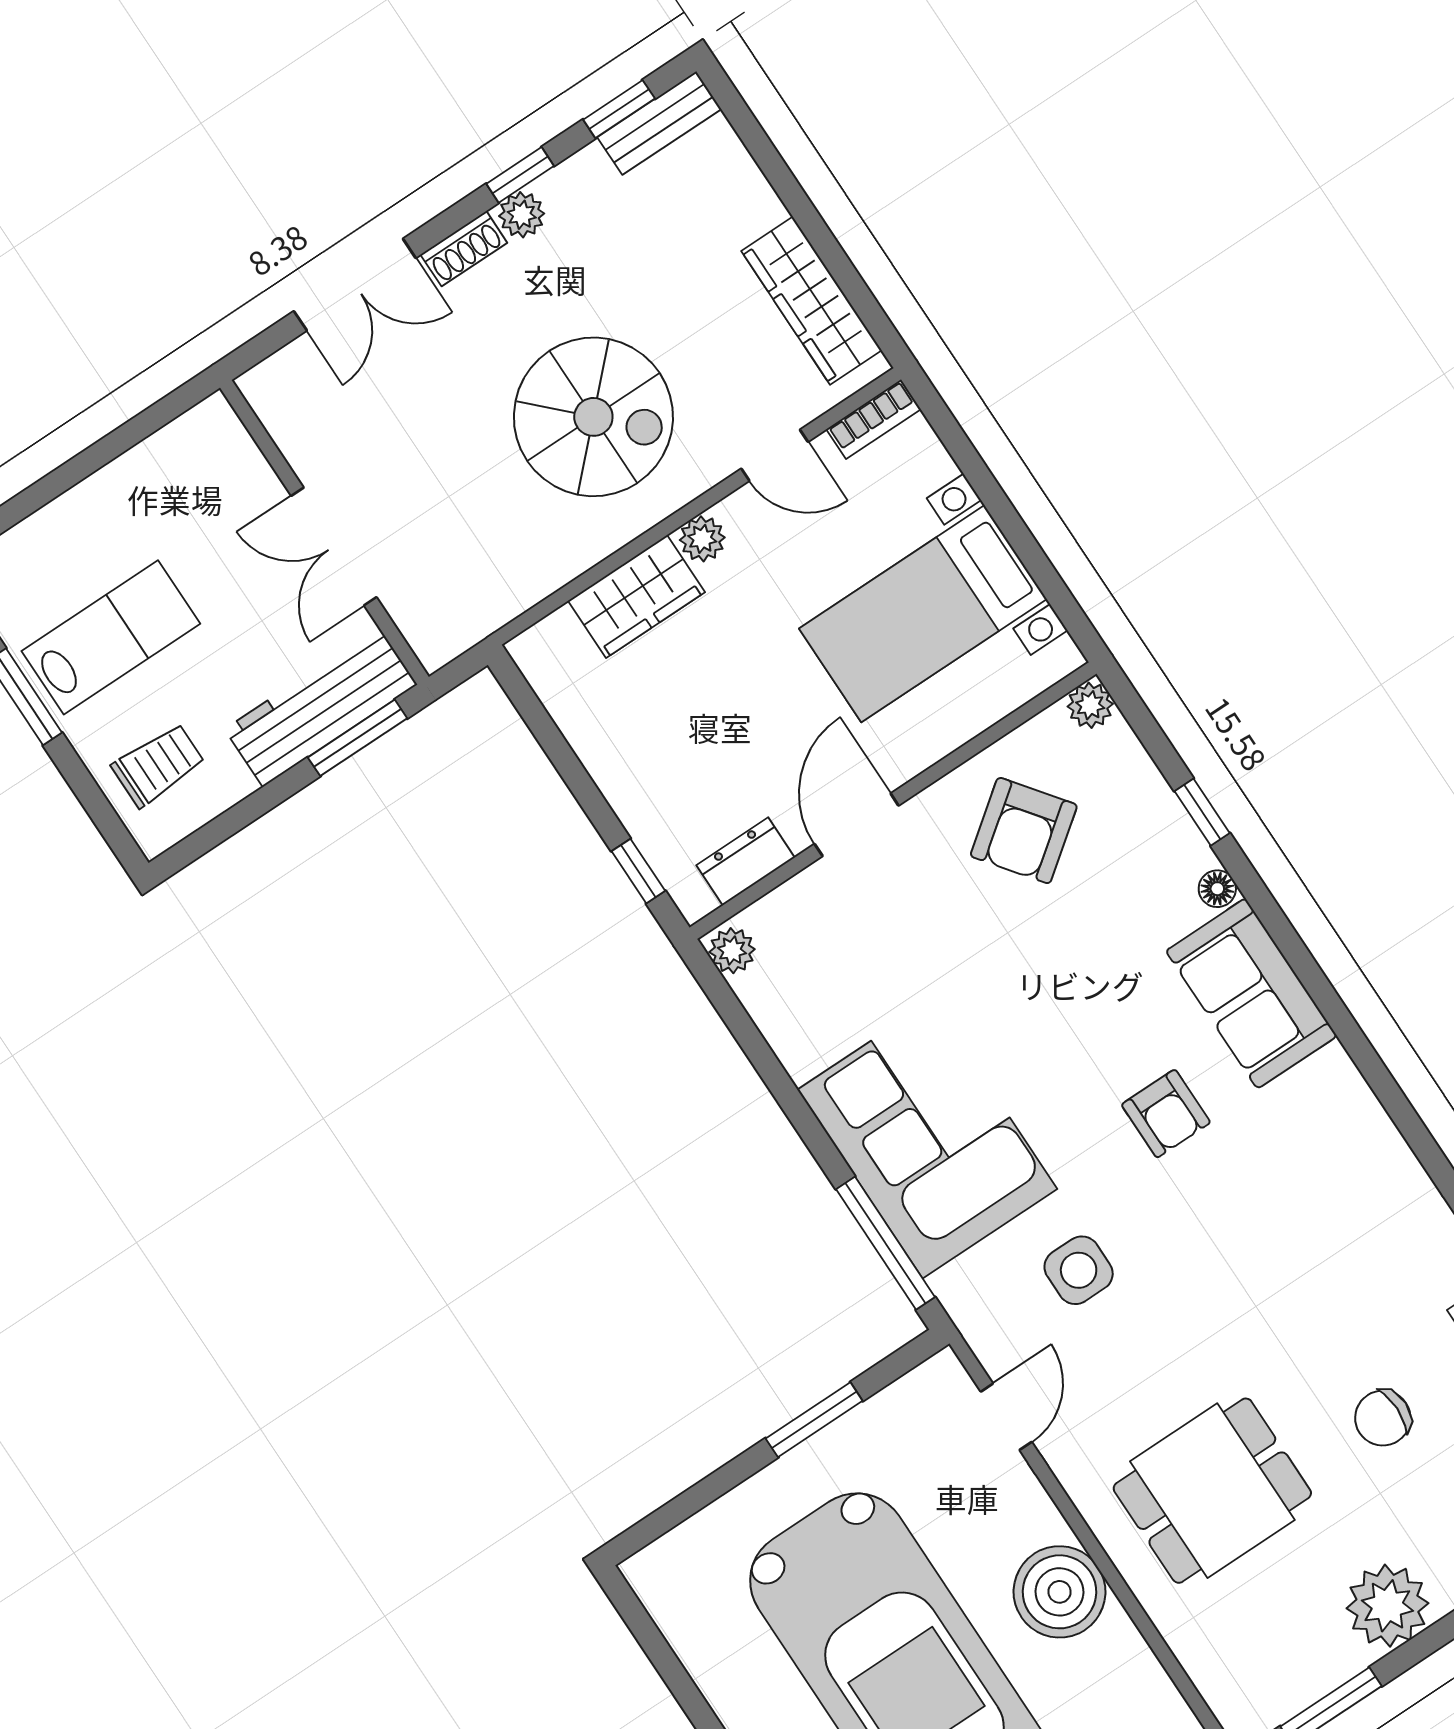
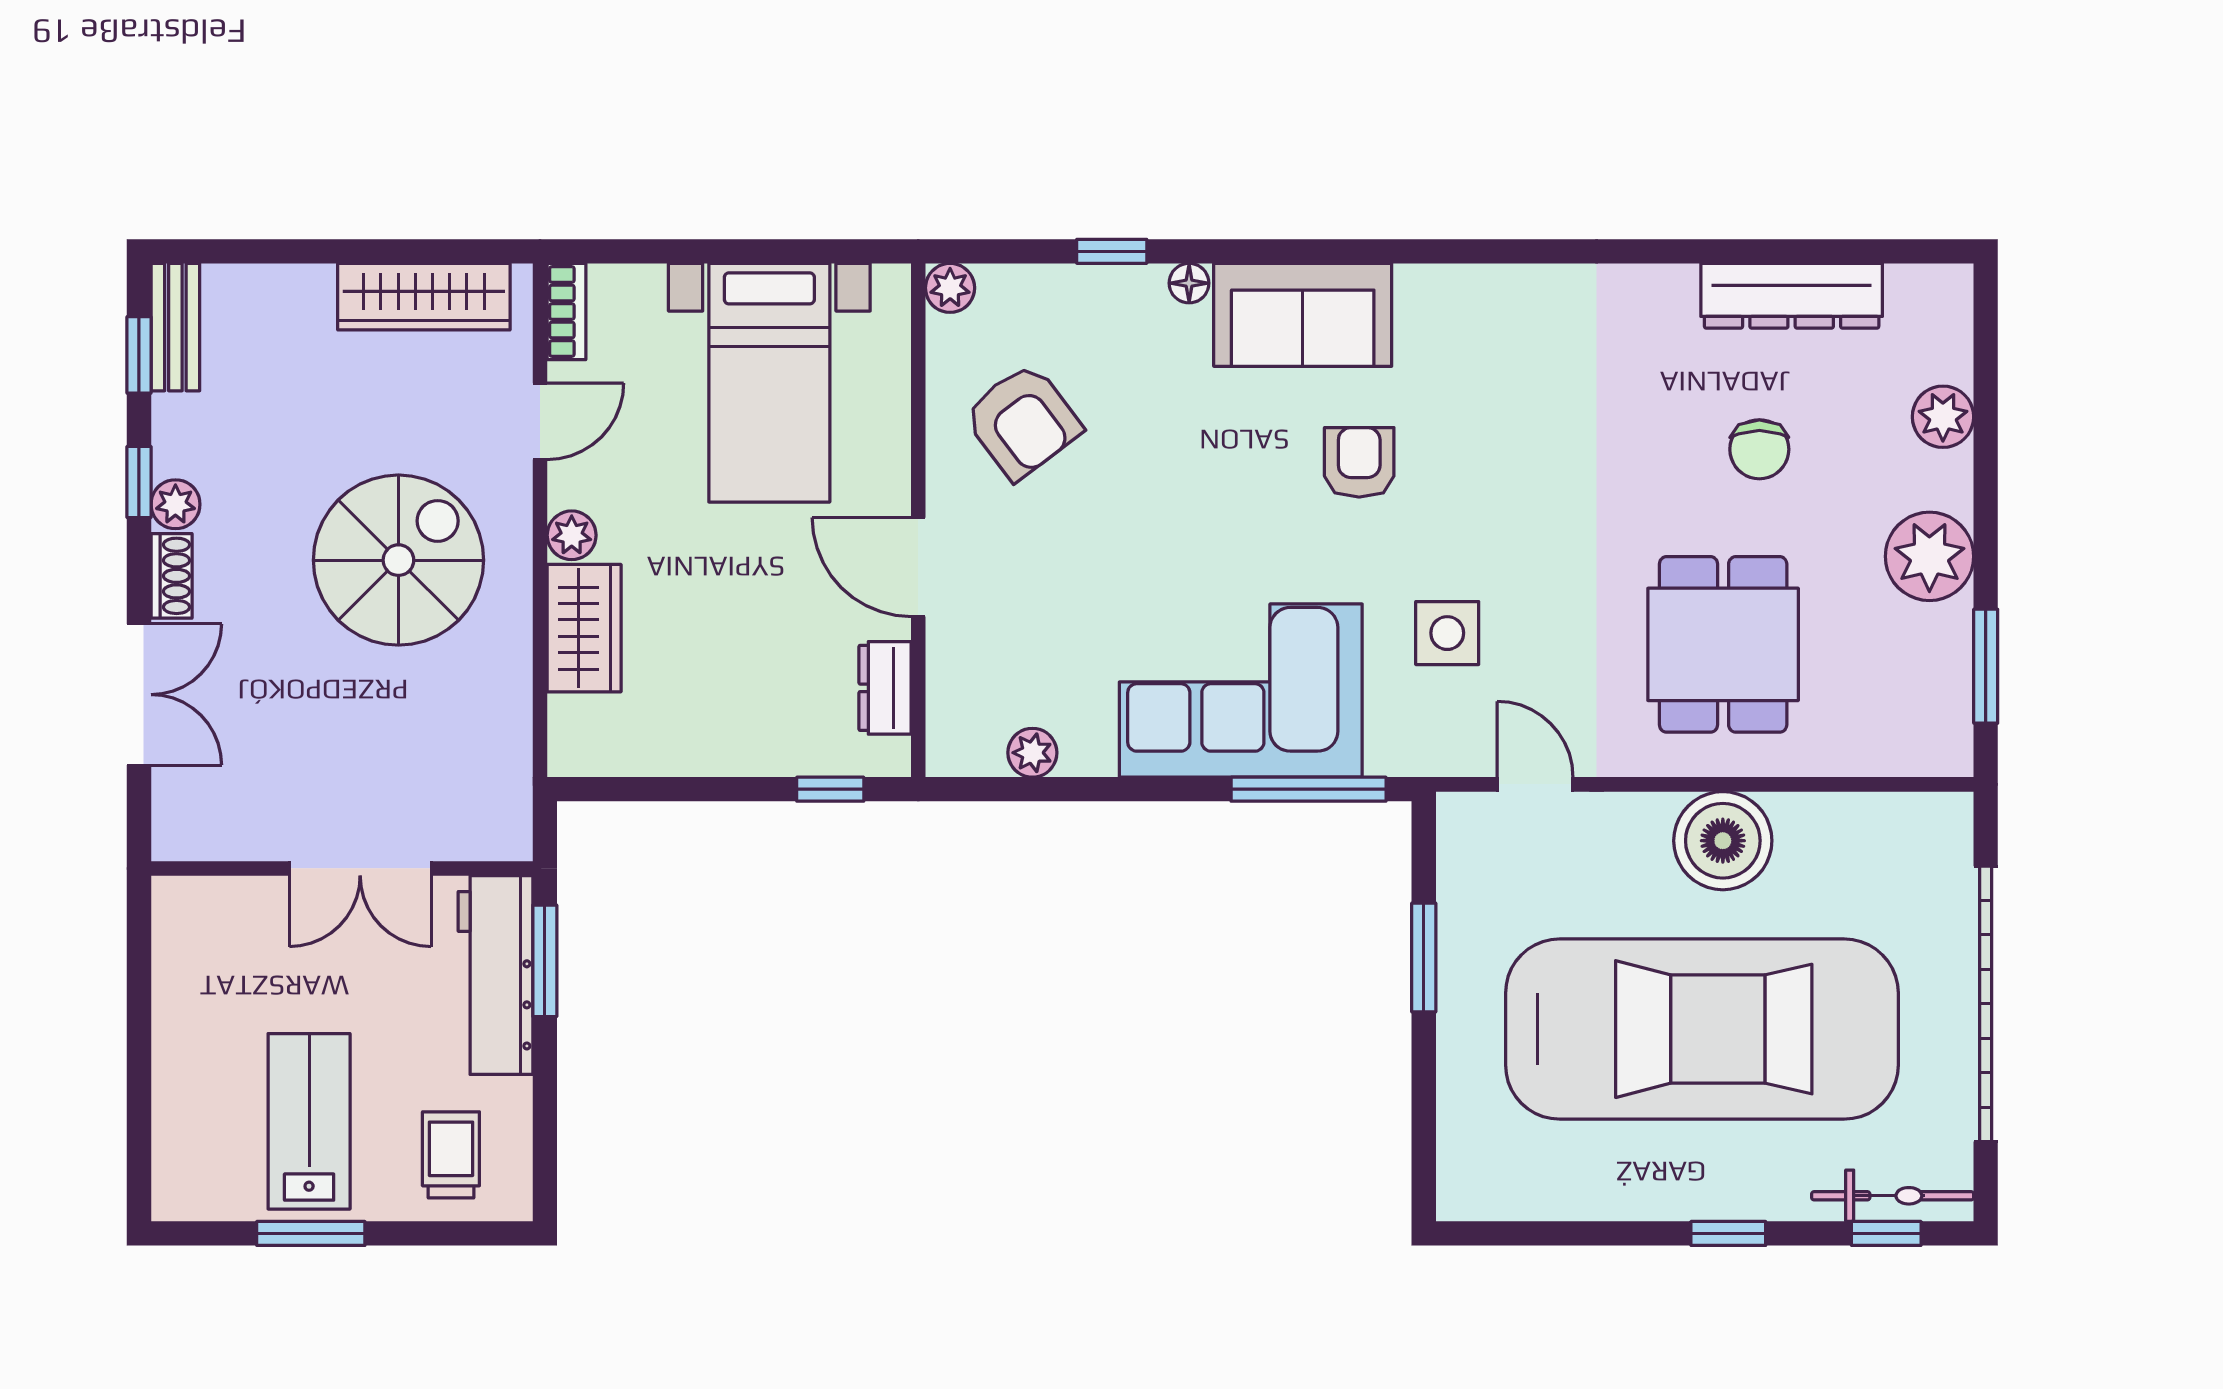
plant: (732, 951) -> (1032, 753), moved
armchair: (1166, 1114) -> (1359, 462), turned -90

